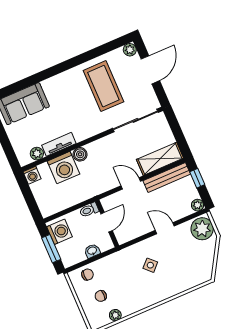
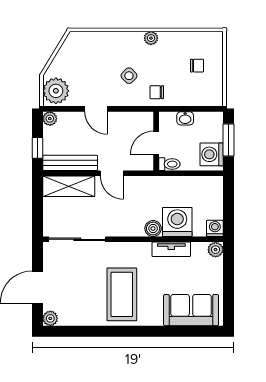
coffee table: (103, 86) -> (122, 294), moved
plant: (37, 154) -> (216, 250), moved
chair: (88, 275) -> (157, 92), moved
plant: (115, 315) -> (151, 38), moved

